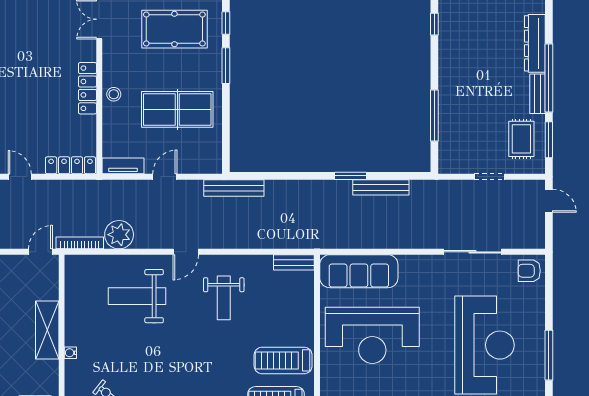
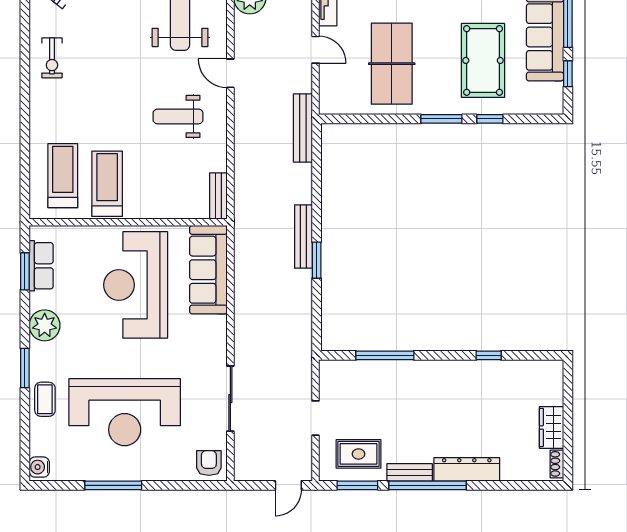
bench: (381, 187) -> (303, 237), moved

